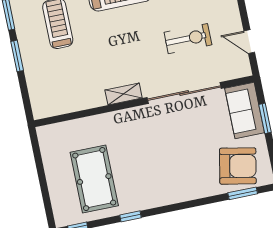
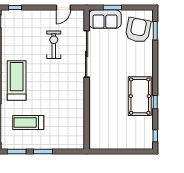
shelving: (124, 94) -> (80, 91), removed
pool table: (94, 179) -> (140, 96), moved, turned 90

